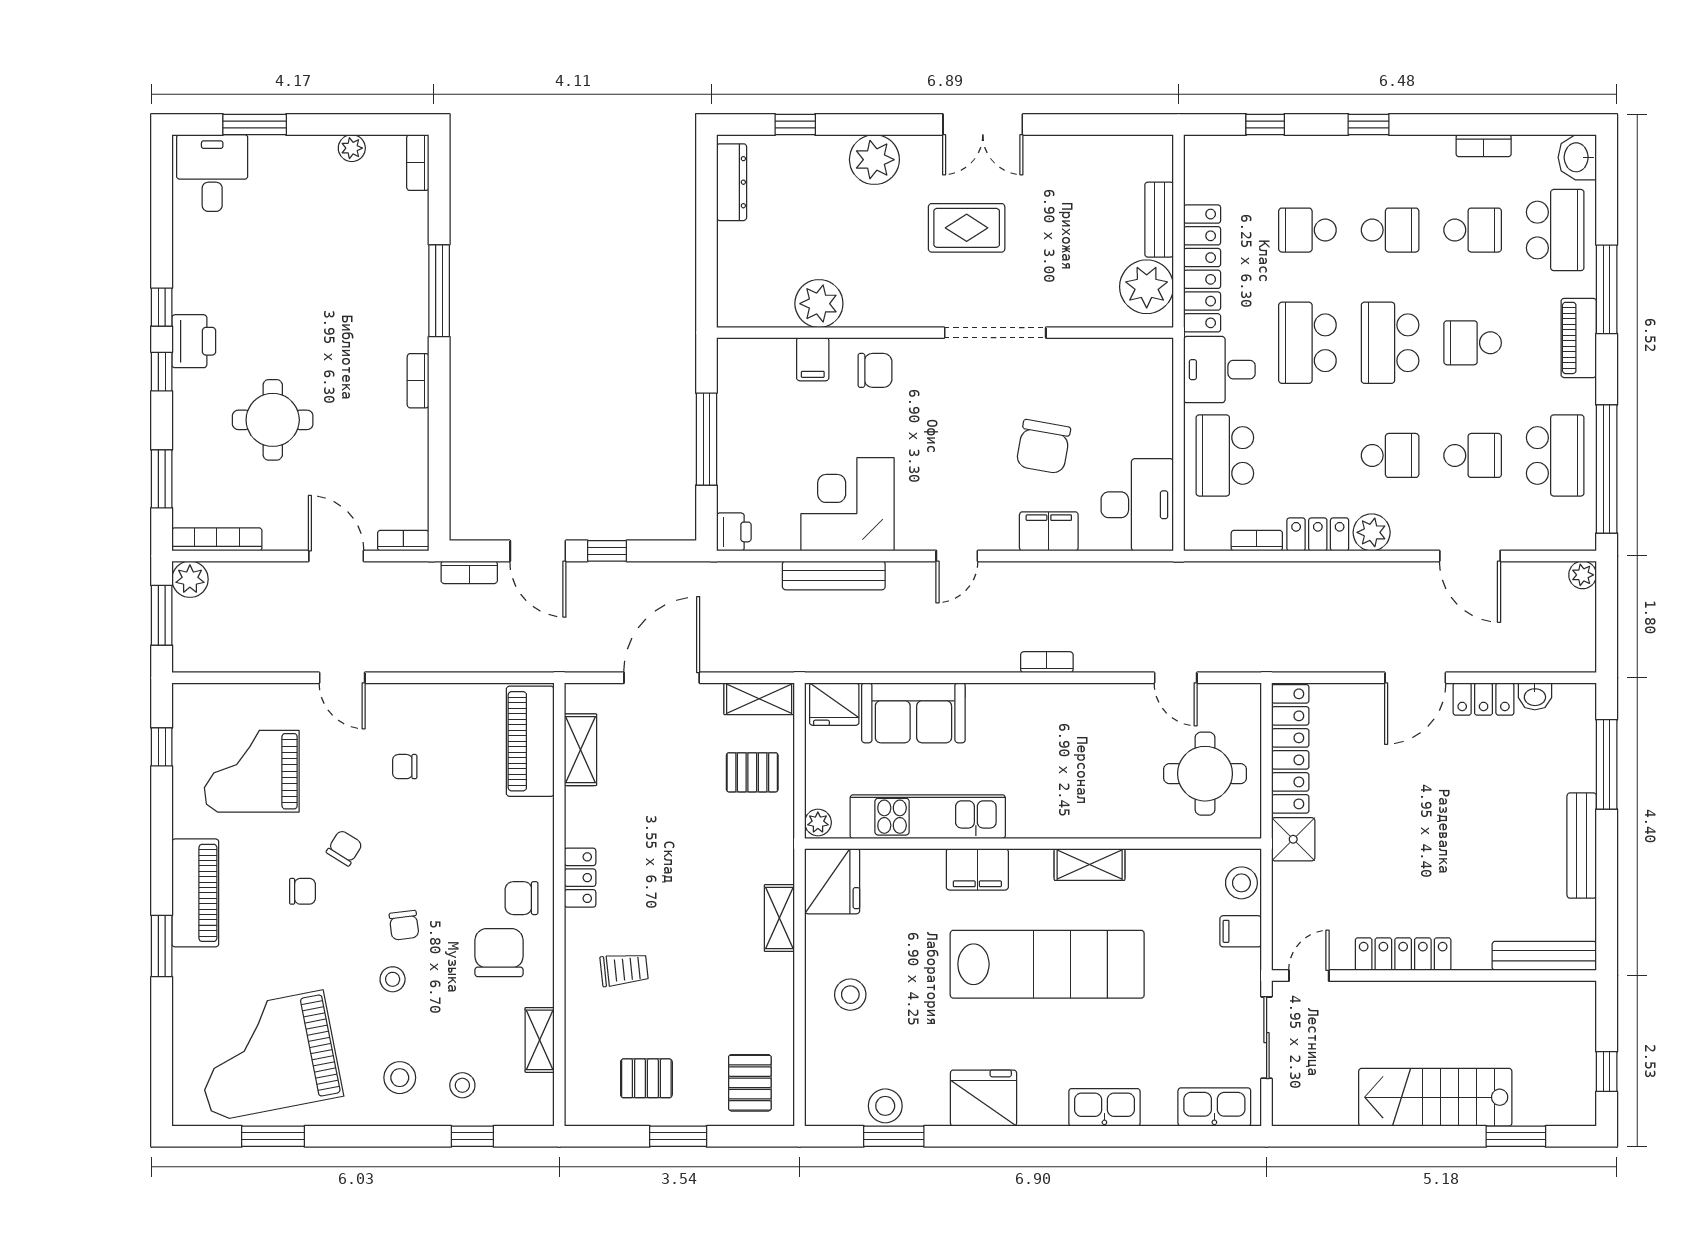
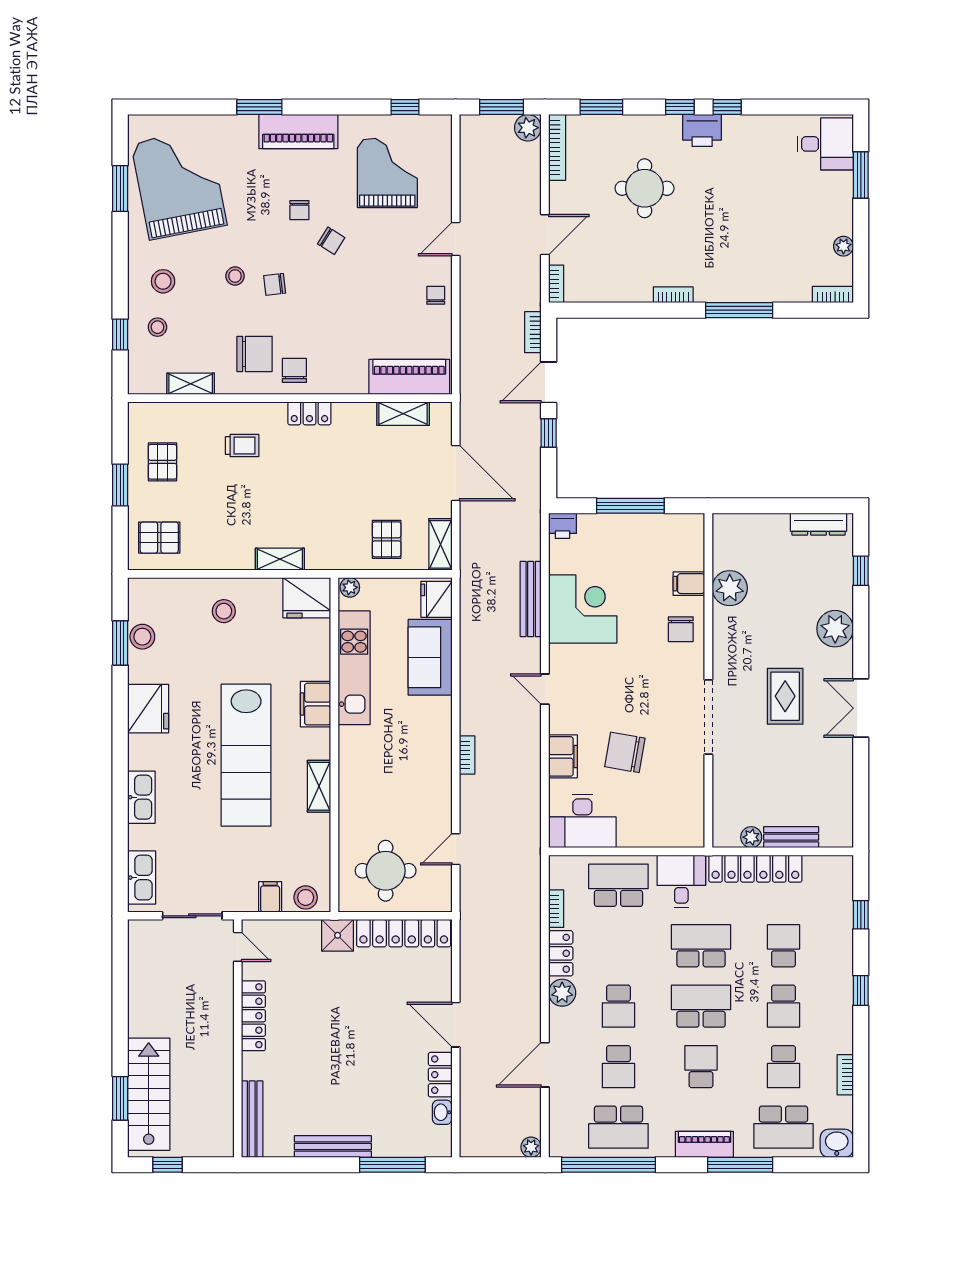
plant: (1147, 287) -> (751, 837), width x0.53, depth x0.53
chair: (405, 767) -> (436, 295), moved
trolley: (624, 970) -> (242, 446), turned -84
stairs: (1435, 1097) -> (149, 1094), moved

